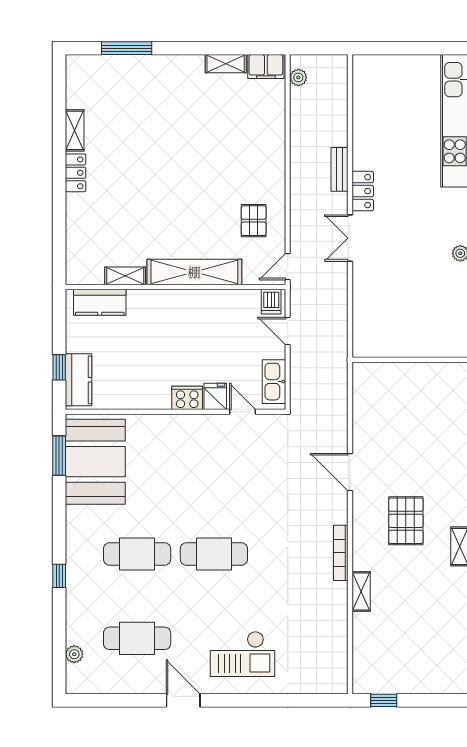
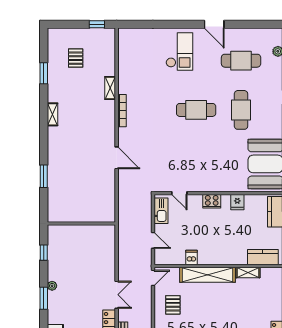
dishwasher: (271, 302) -> (191, 257), moved
fridge: (215, 396) -> (237, 202), moved
pallet: (406, 521) -> (76, 58), moved, width x0.67, depth x0.71
cafe table: (137, 554) -> (241, 110), turned 90
checkout: (243, 654) -> (179, 52), turned 90

